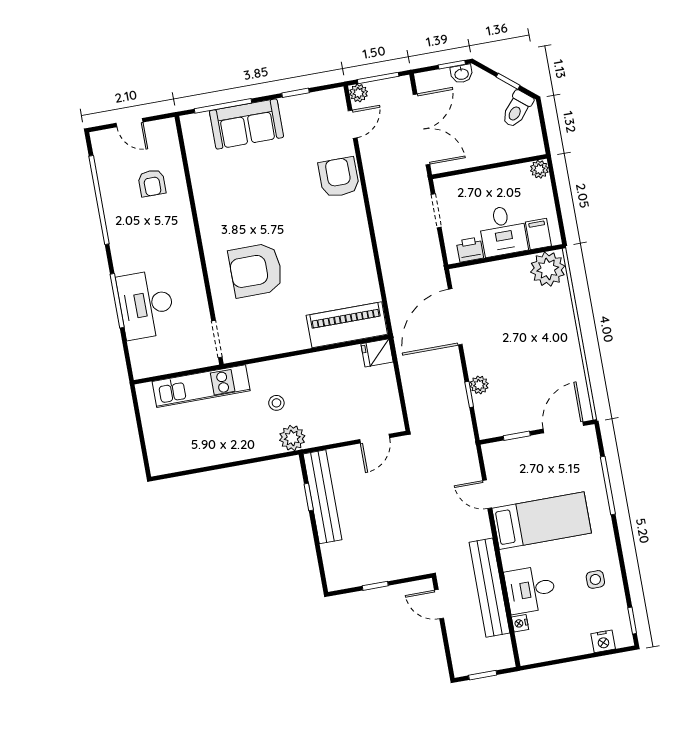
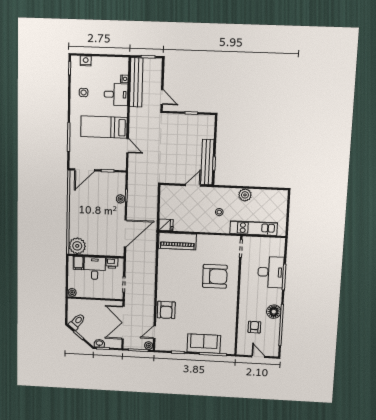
floor lamp: (120, 224) -> (274, 312), added
plant: (292, 438) -> (245, 195), moved
door: (375, 439) -> (193, 185), moved
bench: (489, 588) -> (136, 82), moved

